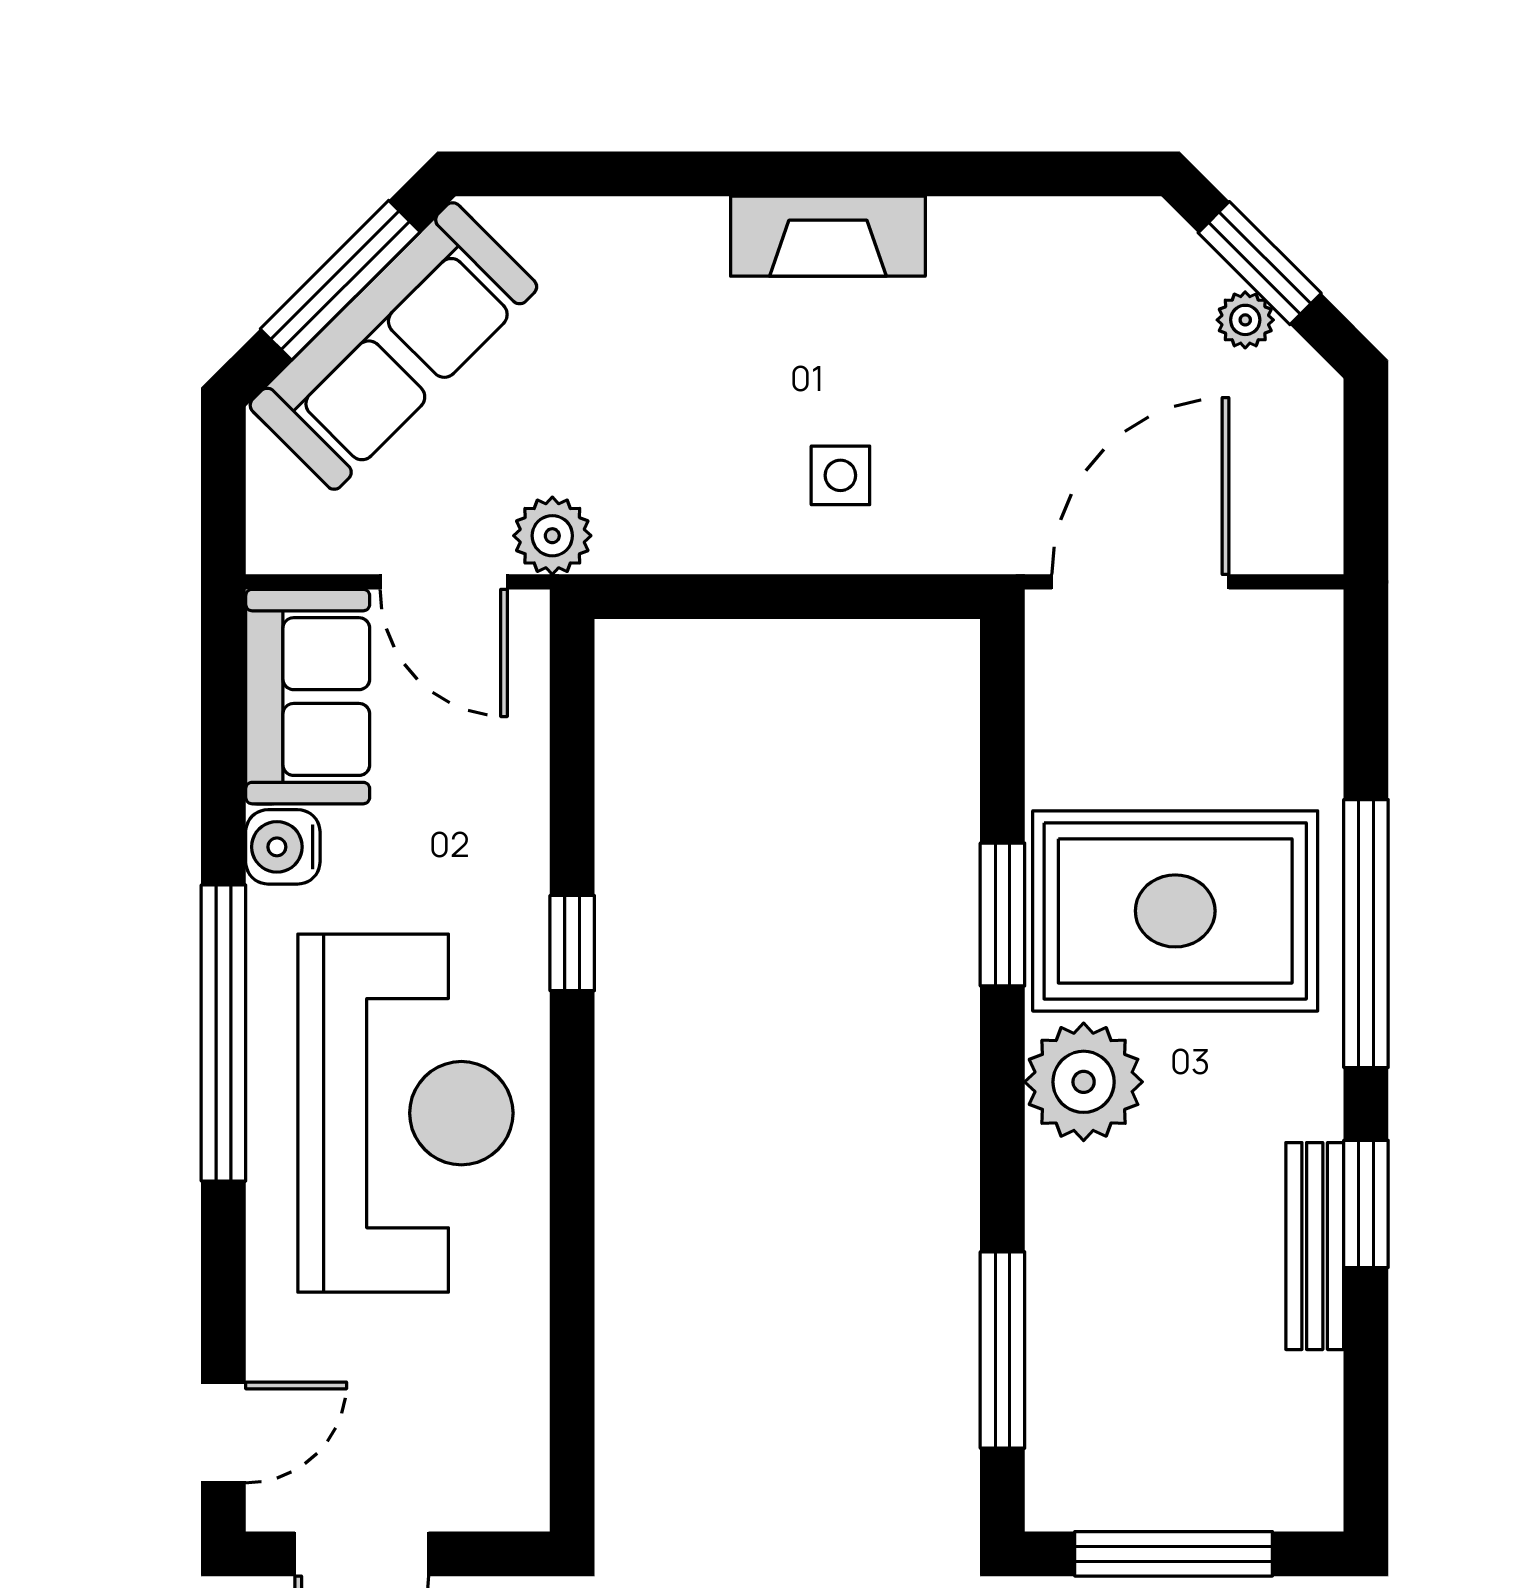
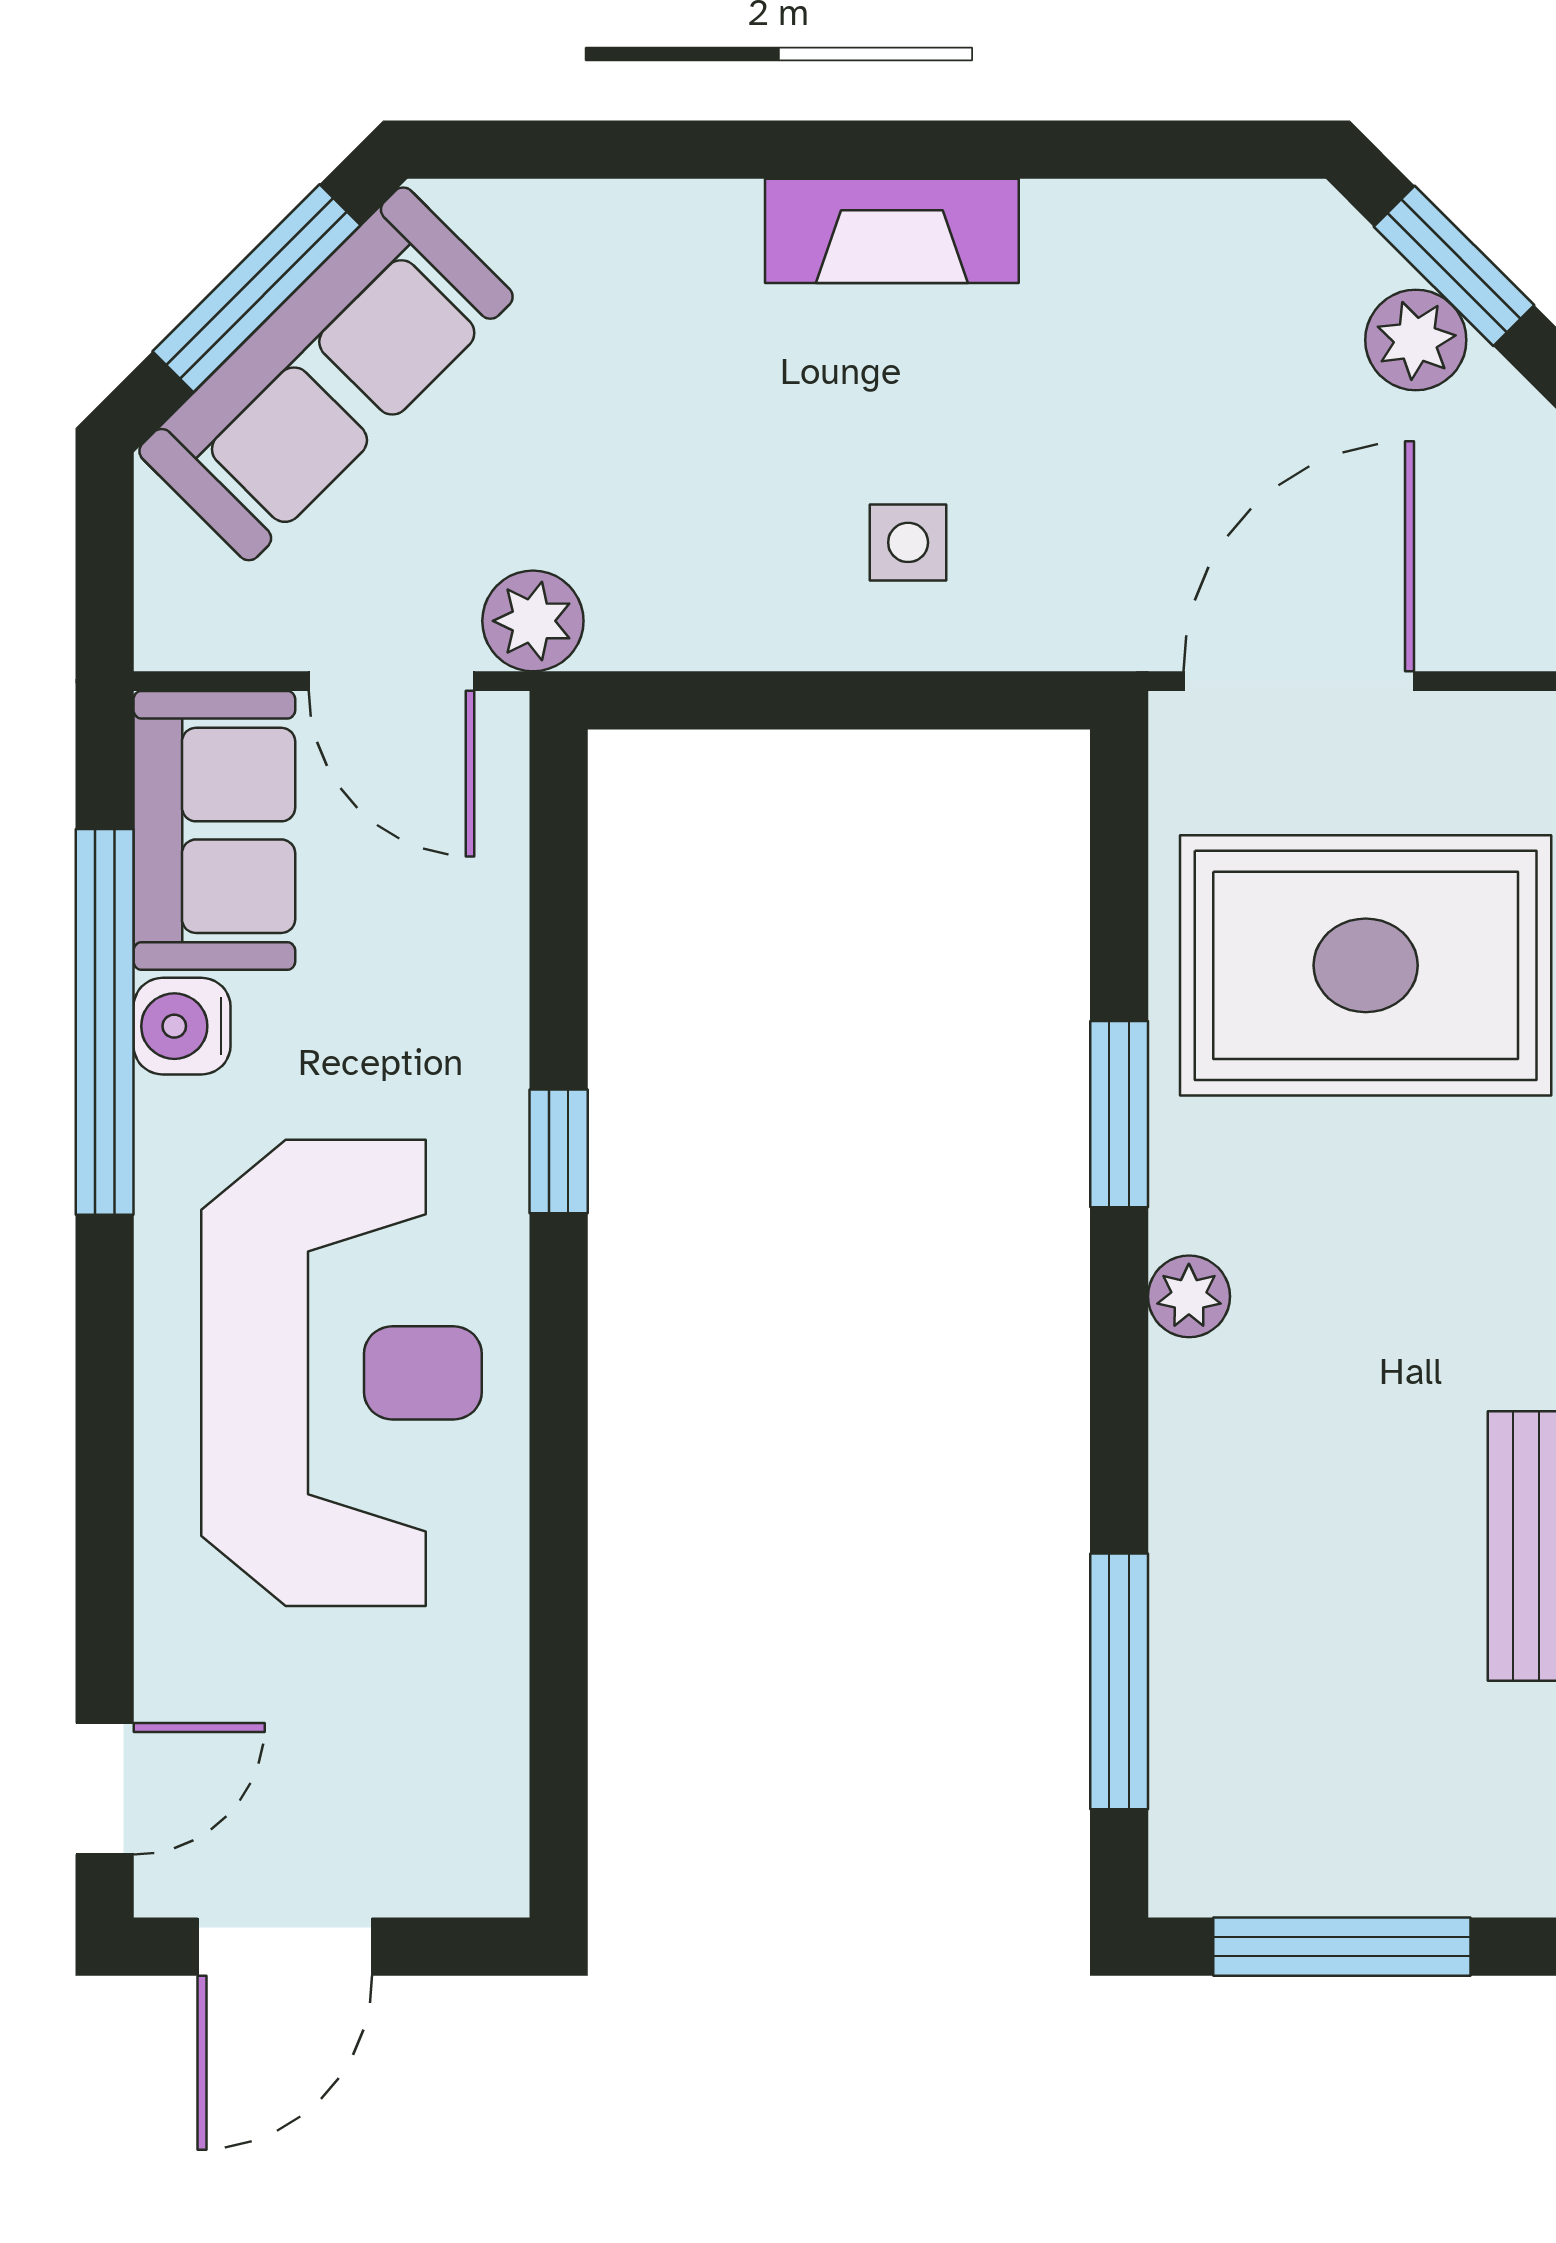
plant: (1245, 320) -> (1416, 340), width x1.38, depth x1.38
rug: (1175, 911) -> (1366, 965), moved
window: (223, 1033) -> (105, 1022), moved
plant: (1084, 1082) -> (1189, 1296), width x0.53, depth x0.53

